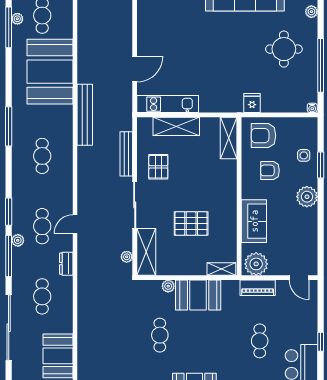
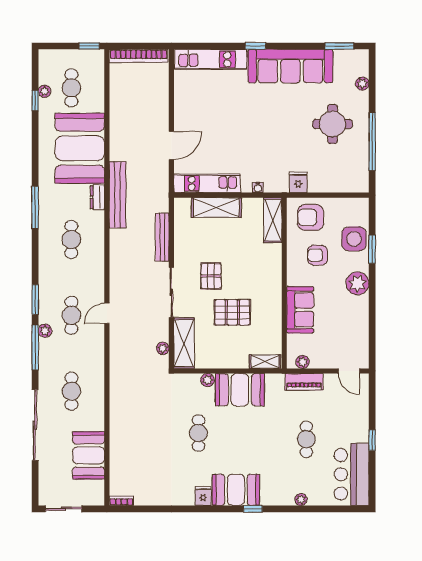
window: (9, 27) -> (35, 101), width x0.46
water cooler: (312, 108) -> (258, 187), moved
side table: (304, 155) -> (354, 239), width x1.87, depth x1.87
pallet: (158, 167) -> (211, 276), moved
dresser: (66, 264) -> (97, 197), moved
plant: (256, 264) -> (303, 362), width x0.53, depth x0.53

